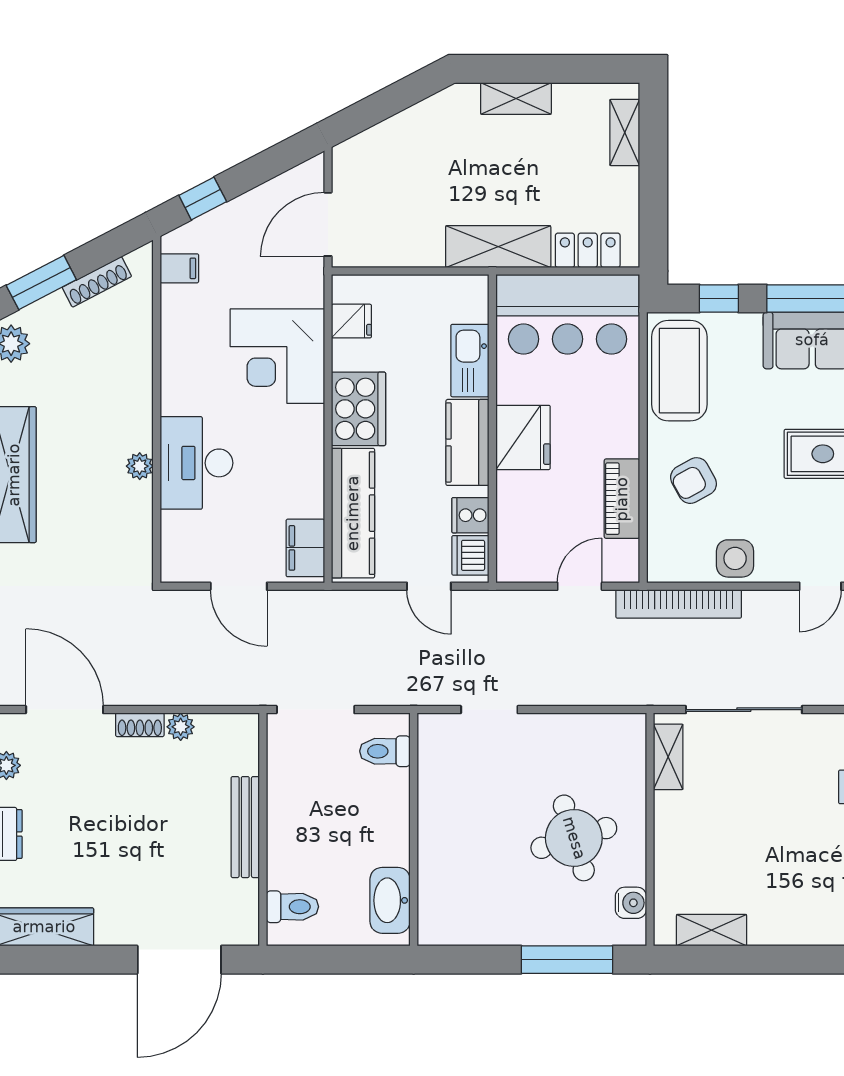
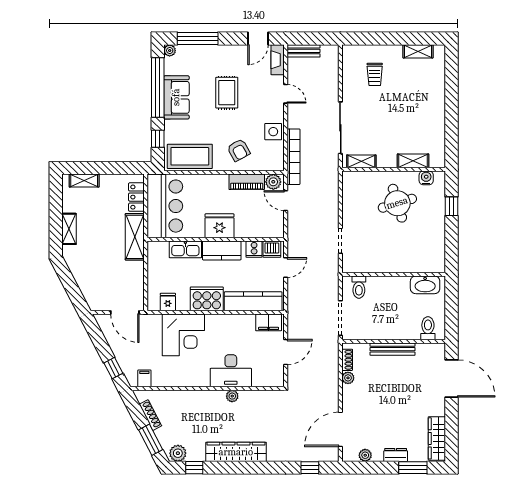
plant: (622, 559) -> (273, 182), added
shoe rack: (140, 725) -> (347, 360), moved
shelving: (712, 930) -> (413, 161), moved, turned 90
window: (567, 960) -> (451, 206), width x0.46

